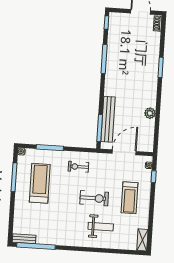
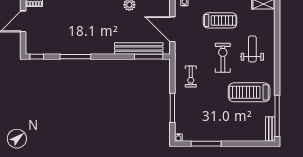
treadmill: (40, 183) -> (249, 92), moved

